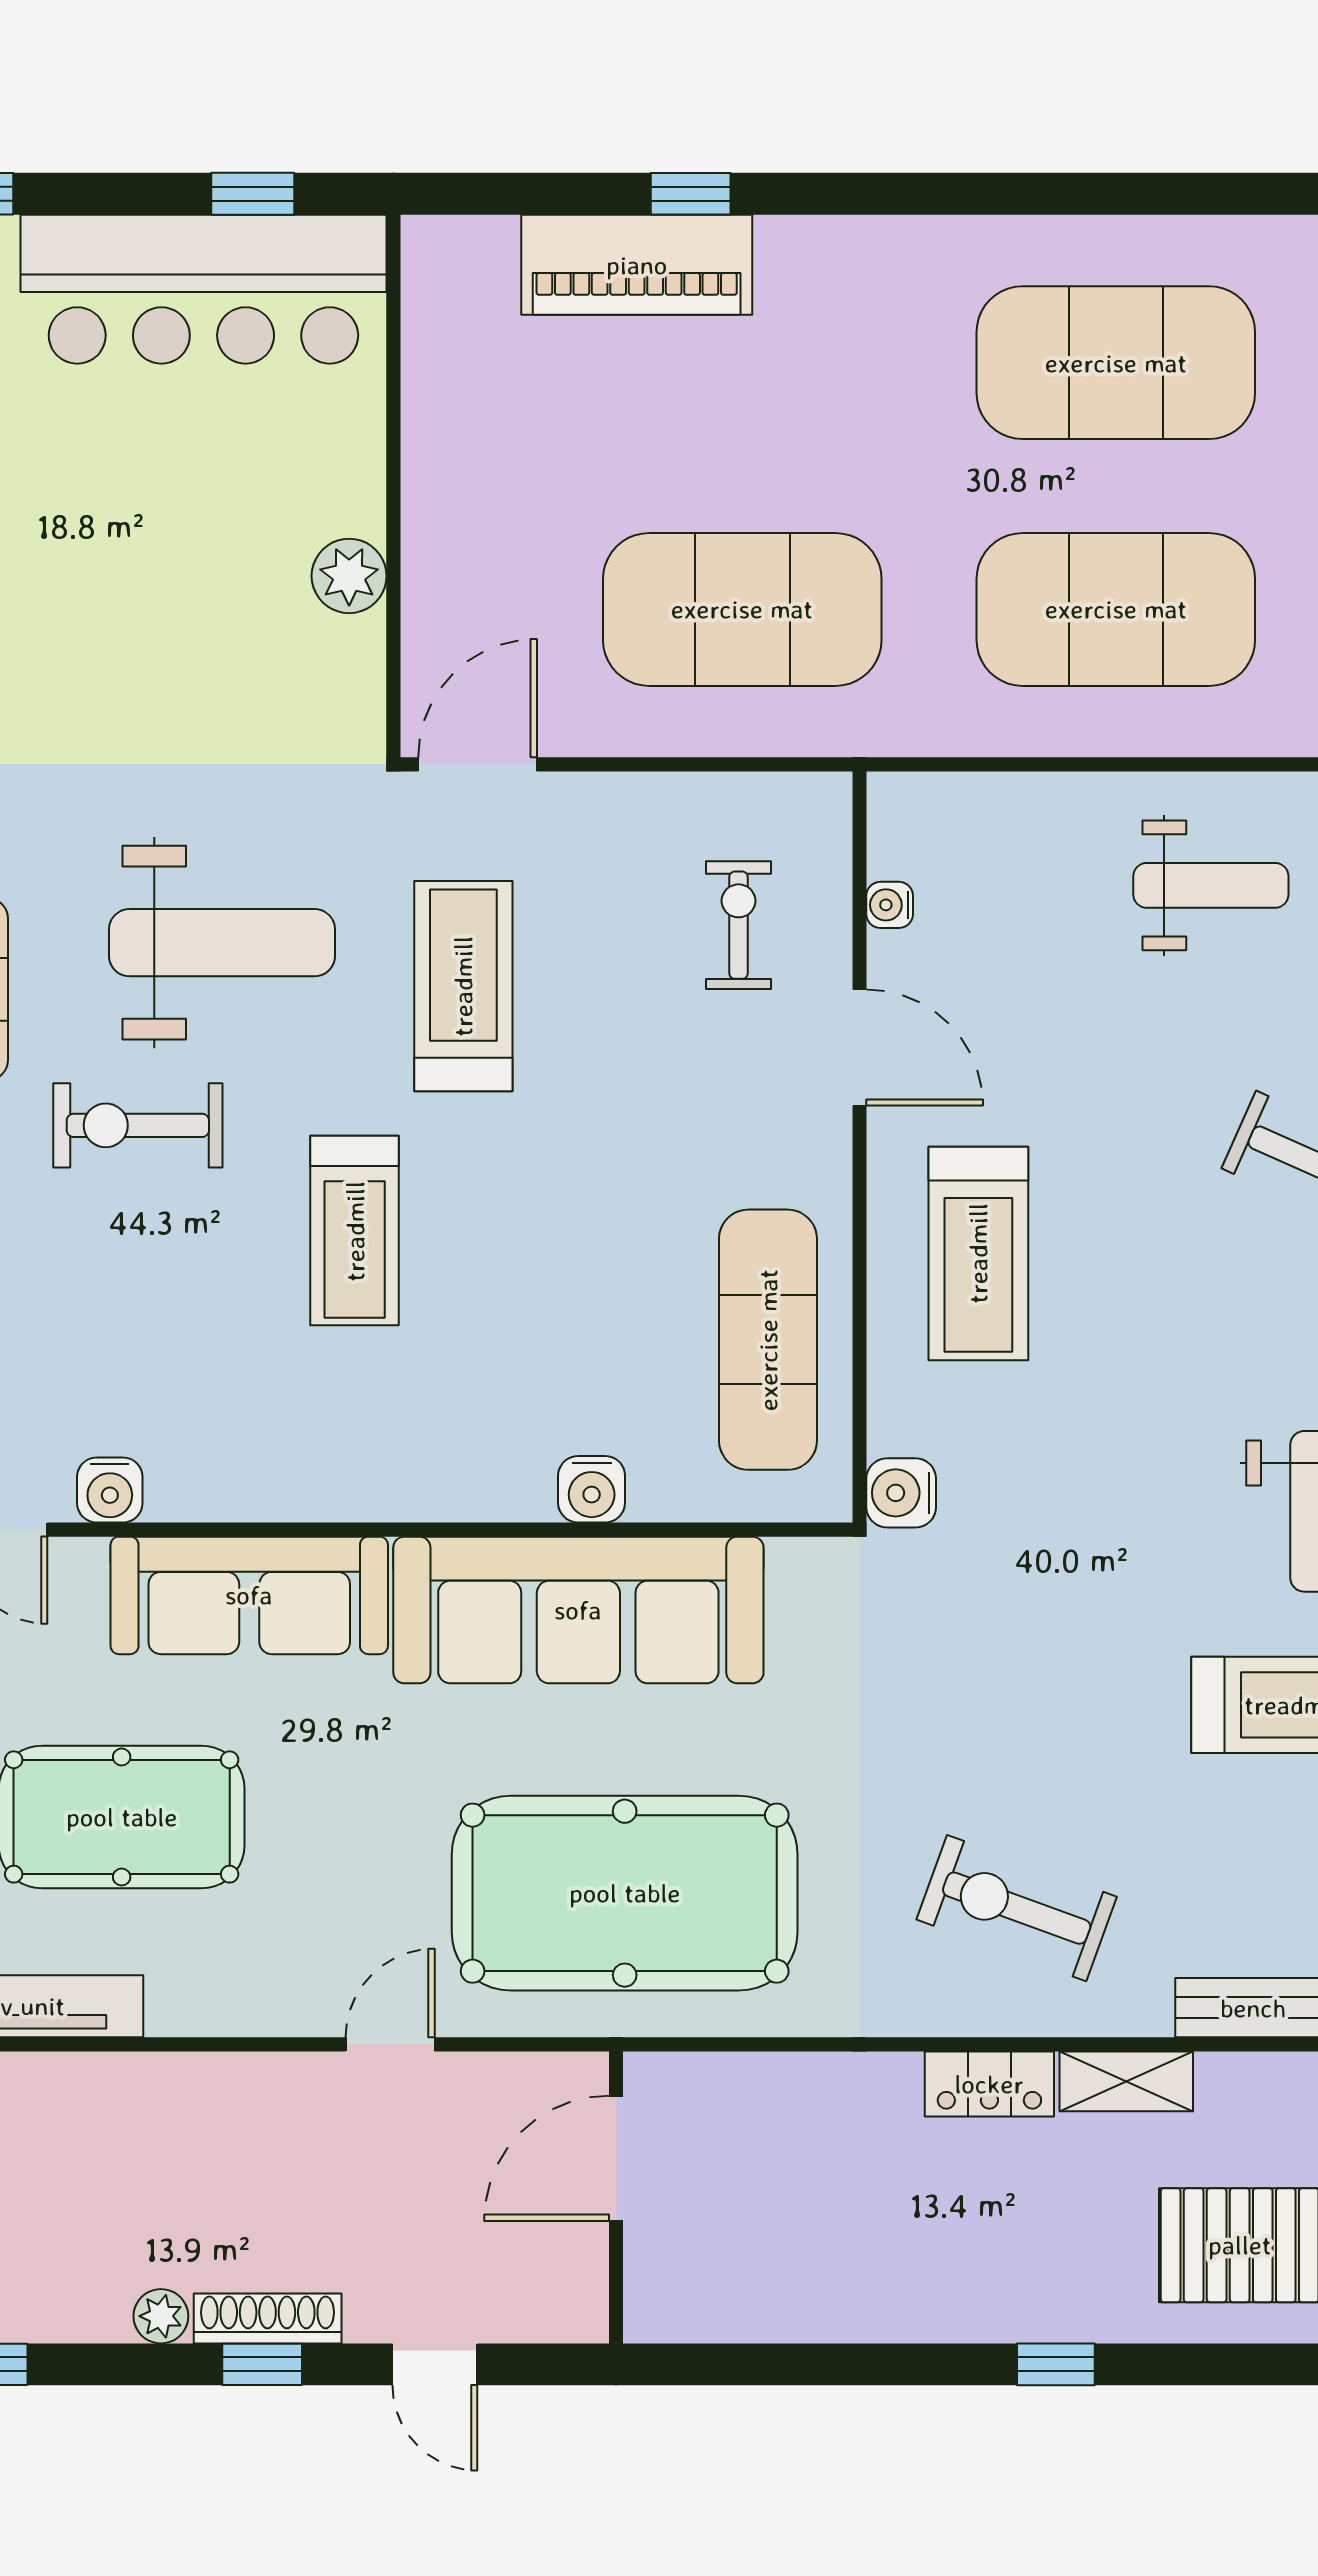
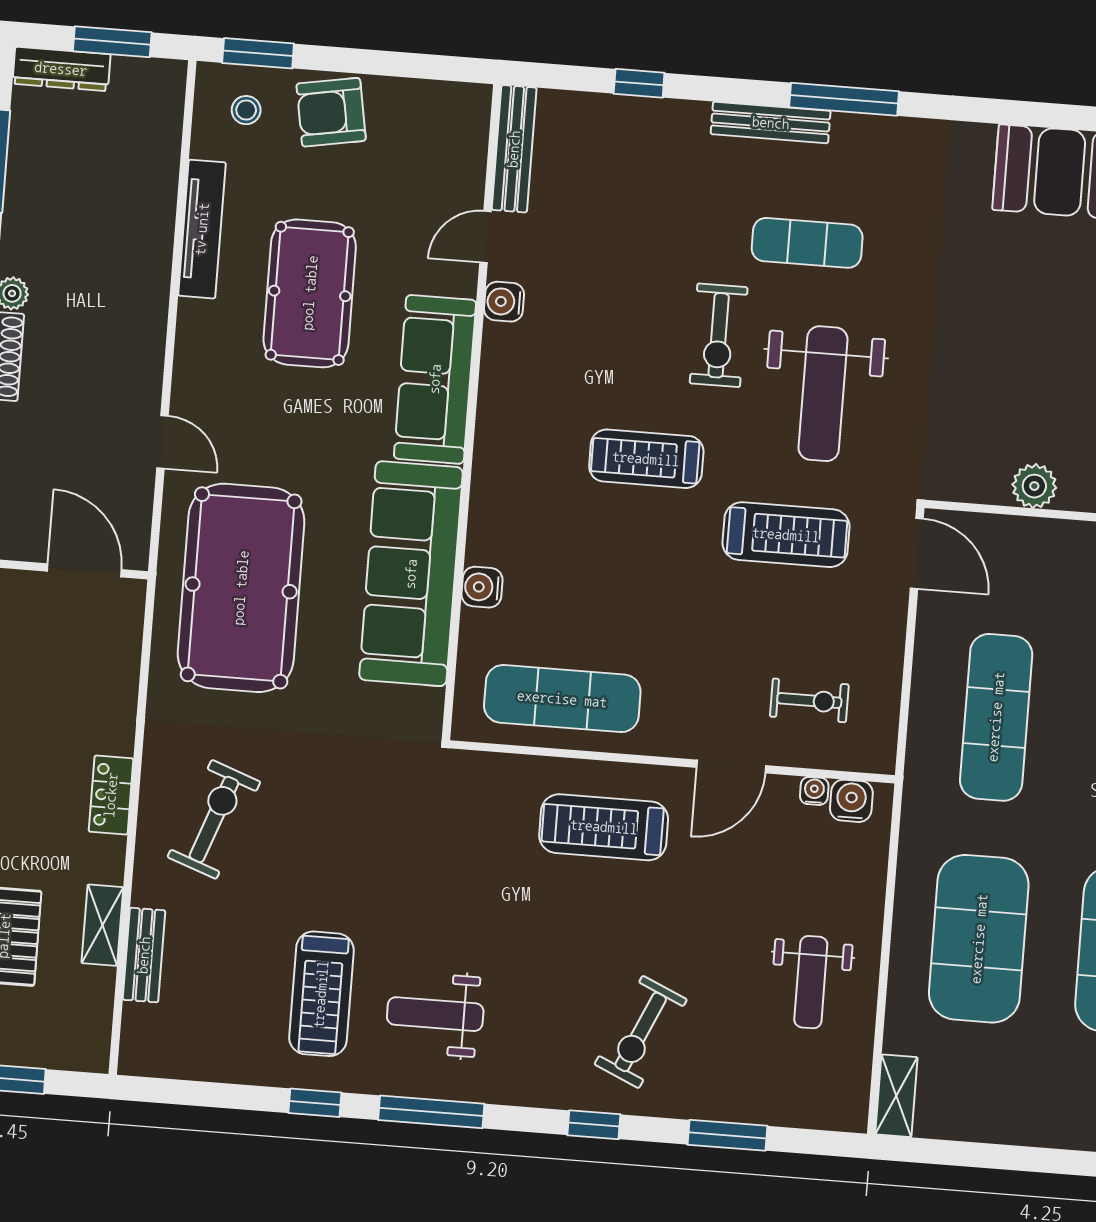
exercise mat: (742, 609) -> (996, 717), width x0.68
exercise bike: (138, 1125) -> (719, 335), turned 180
water cooler: (901, 1493) -> (851, 801), moved
shelving: (1126, 2081) -> (102, 925), moved

